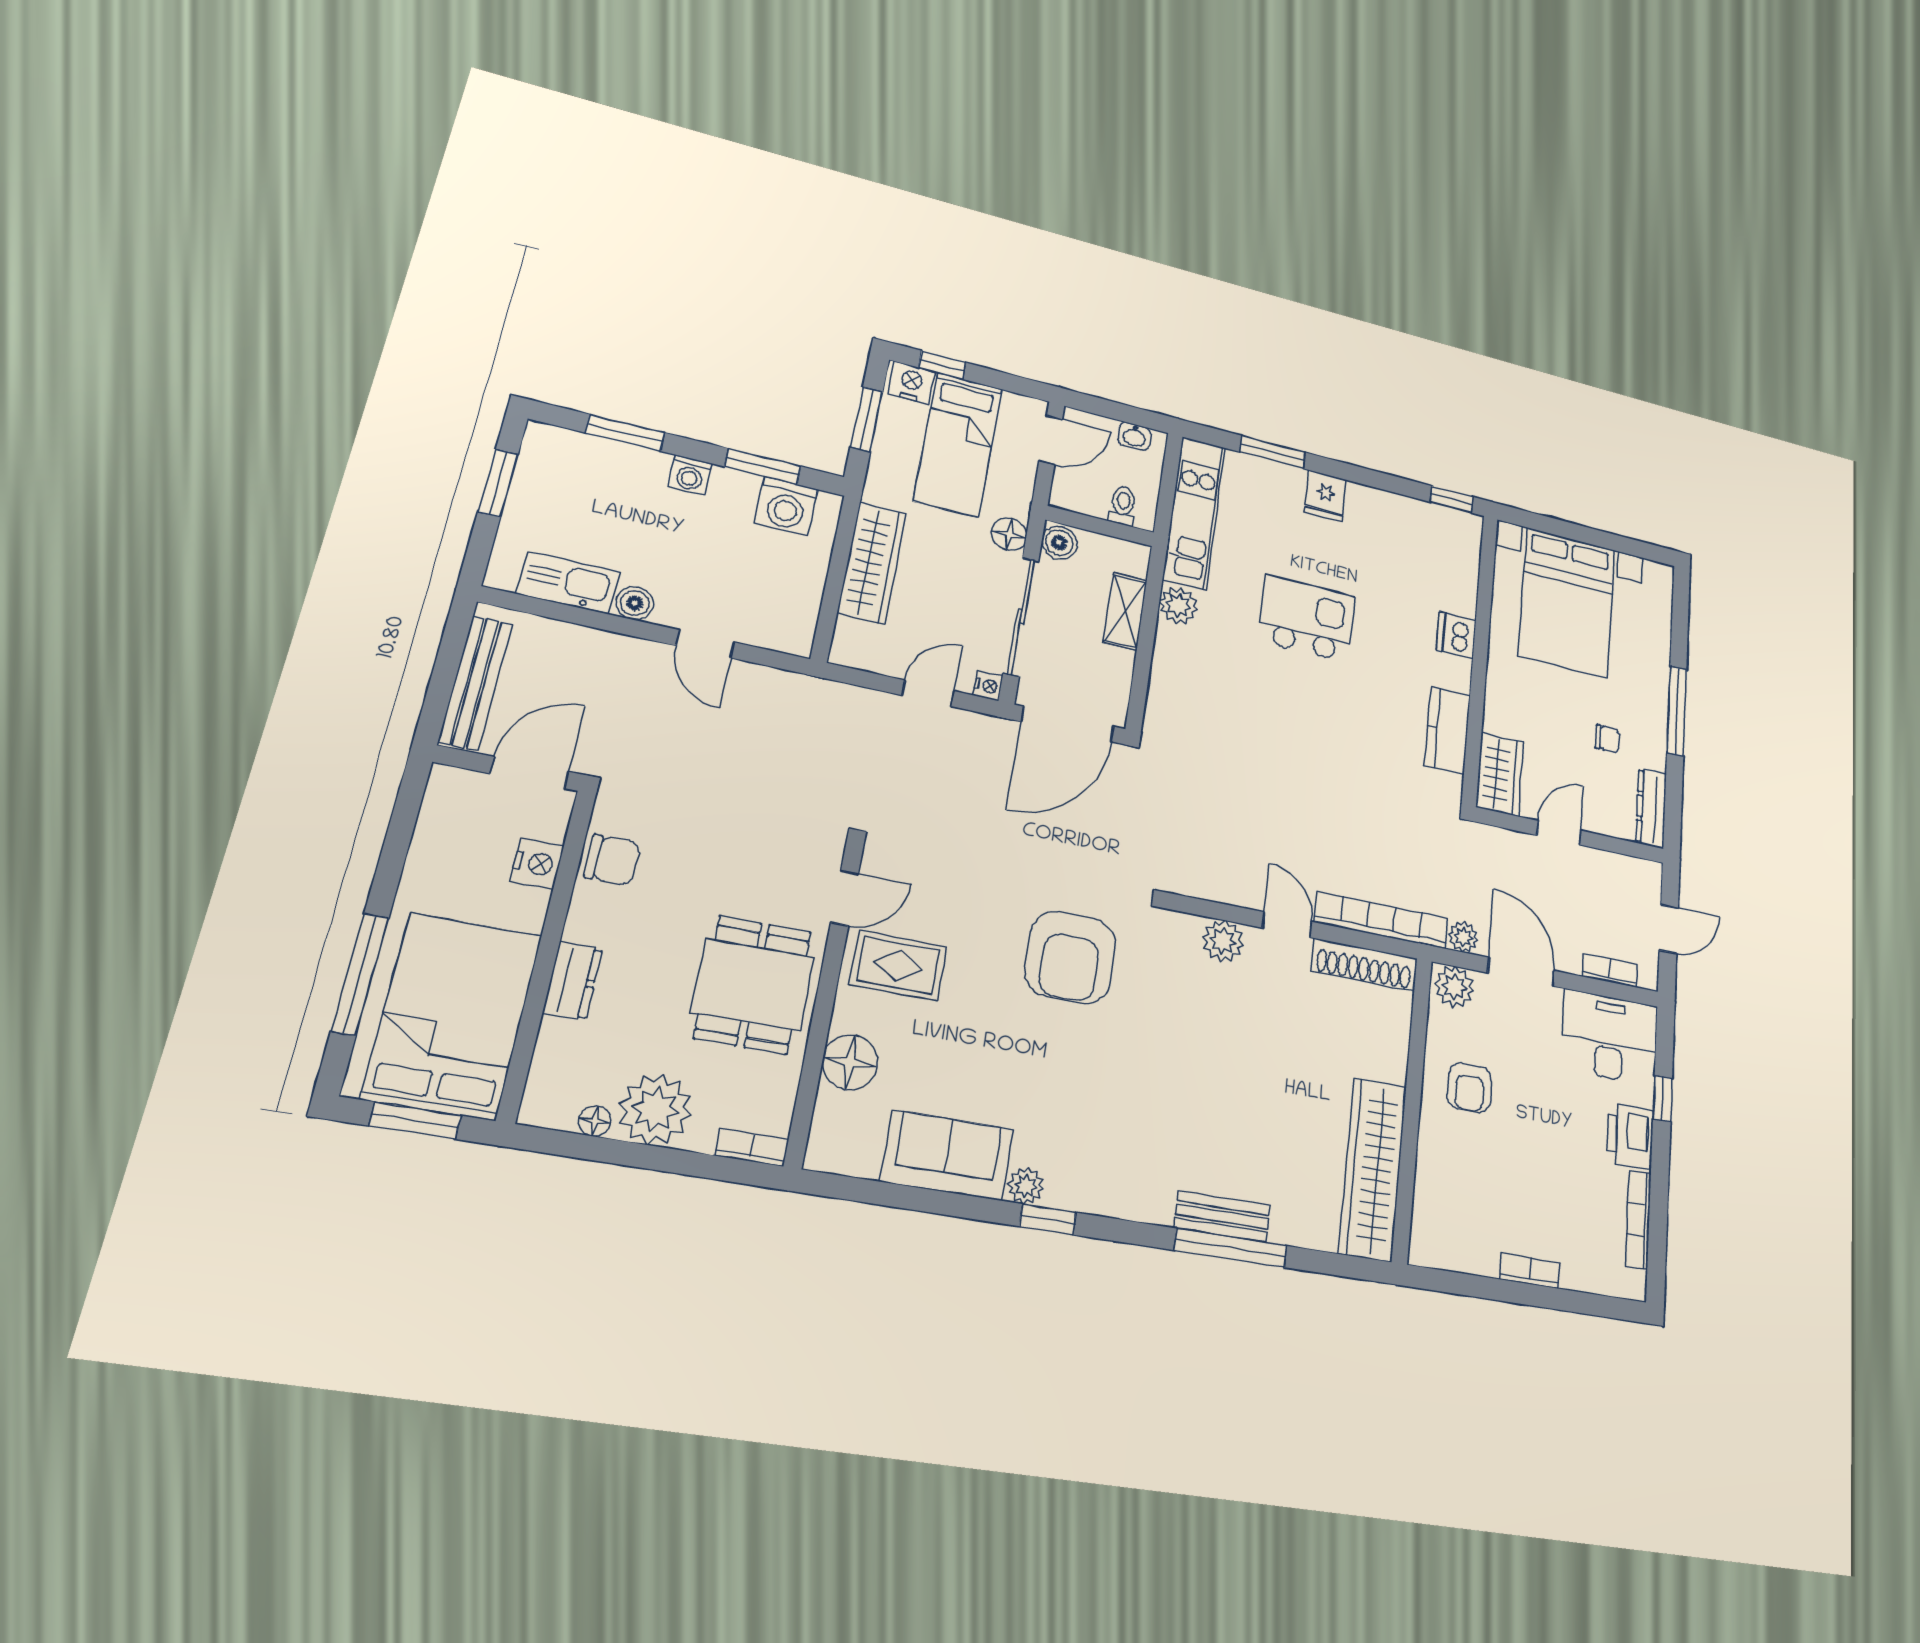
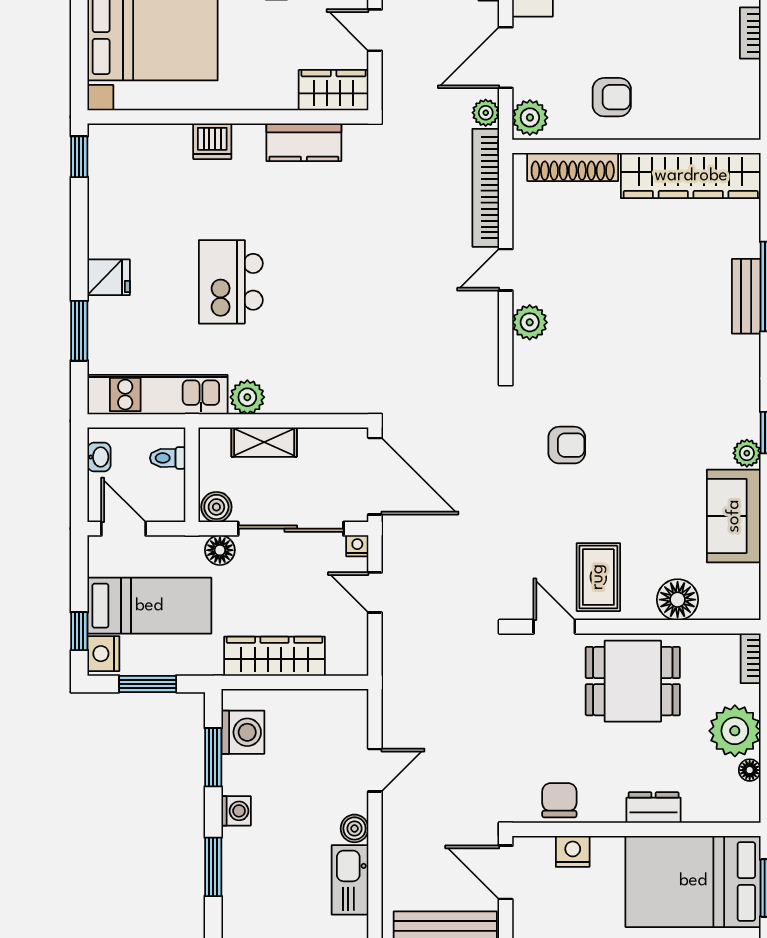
armchair: (1070, 957) -> (567, 445), width x0.53, depth x0.53
shoe rack: (1364, 965) -> (573, 167), moved, turned 90

